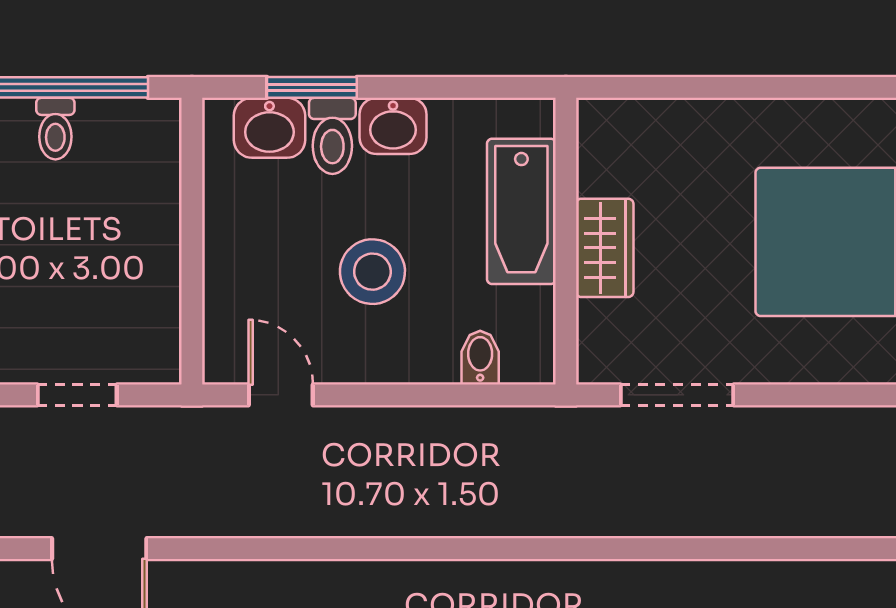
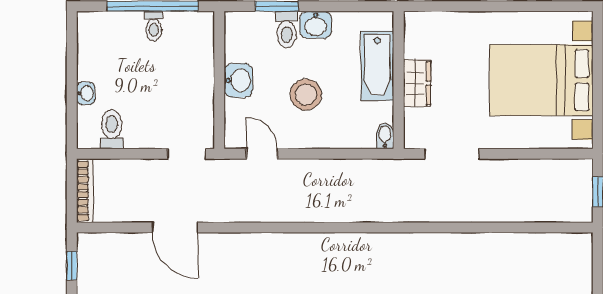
washbasin: (269, 128) -> (239, 80), moved, turned -90
bidet: (480, 358) -> (385, 136), moved
doorway: (77, 395) -> (187, 154), moved

